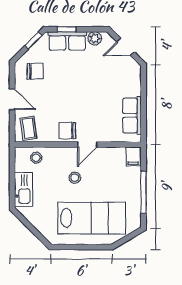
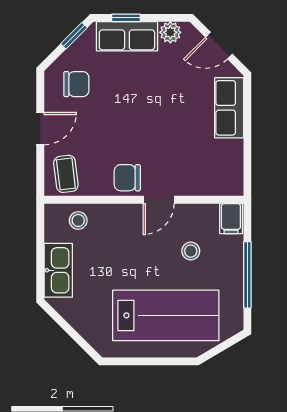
door: (12, 99) -> (40, 129), hinge flipped
row of seats: (132, 115) -> (229, 108), moved
stool: (75, 178) -> (191, 251), moved

